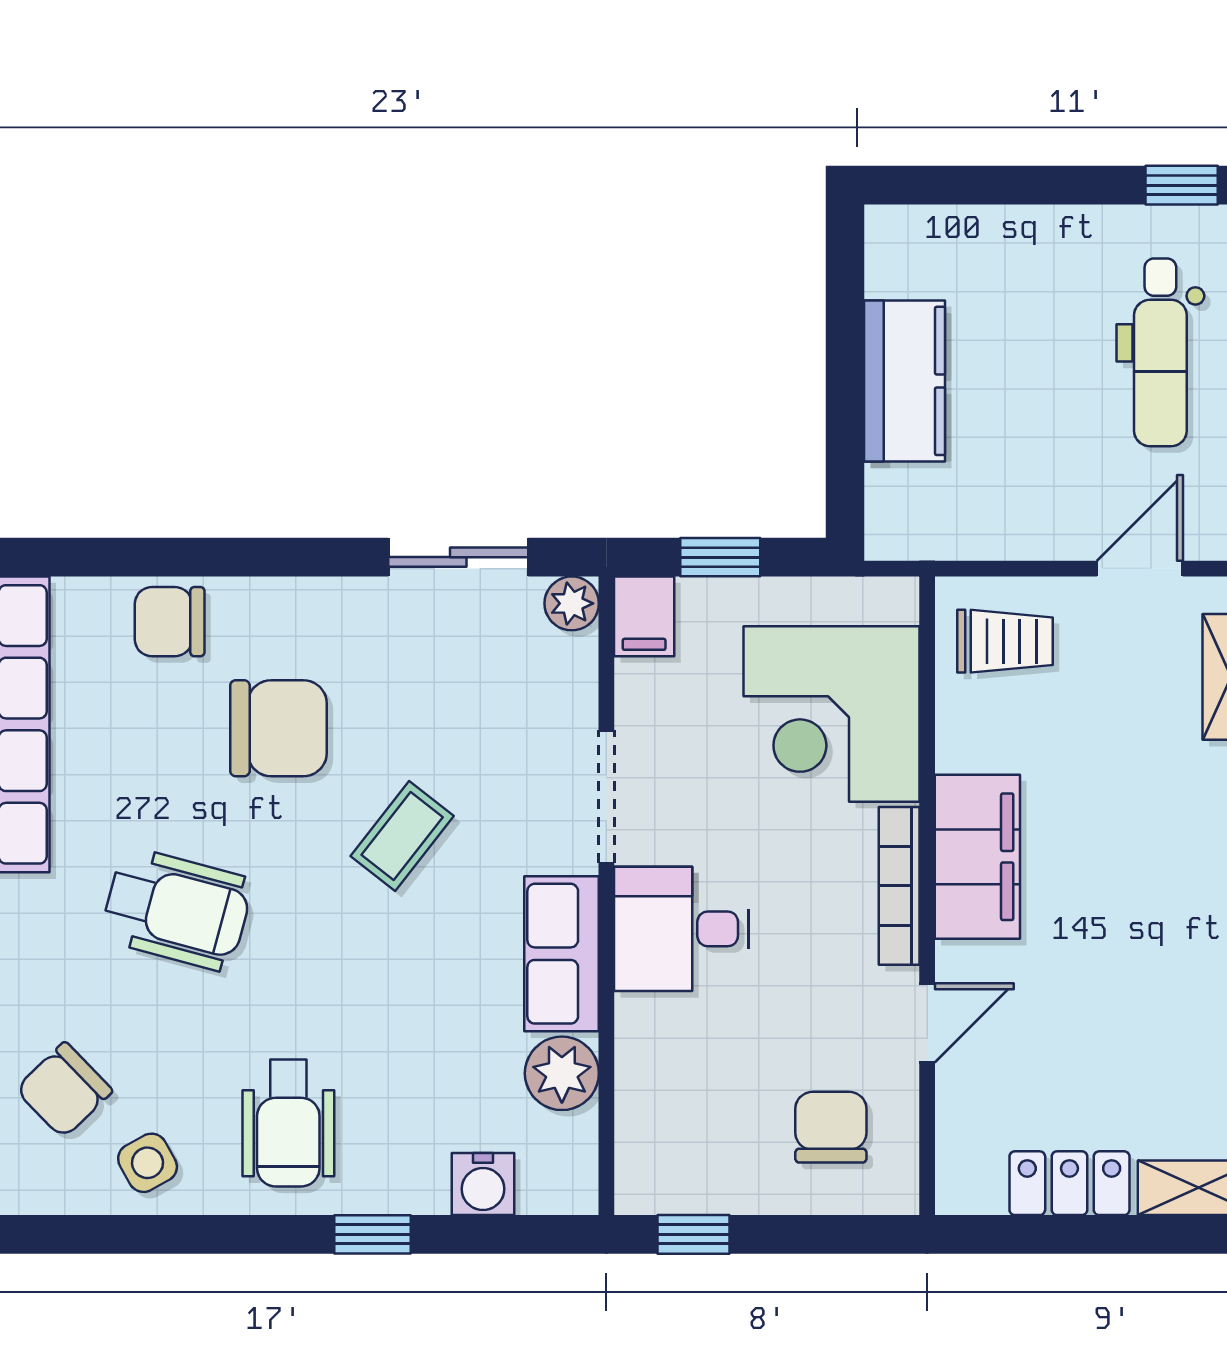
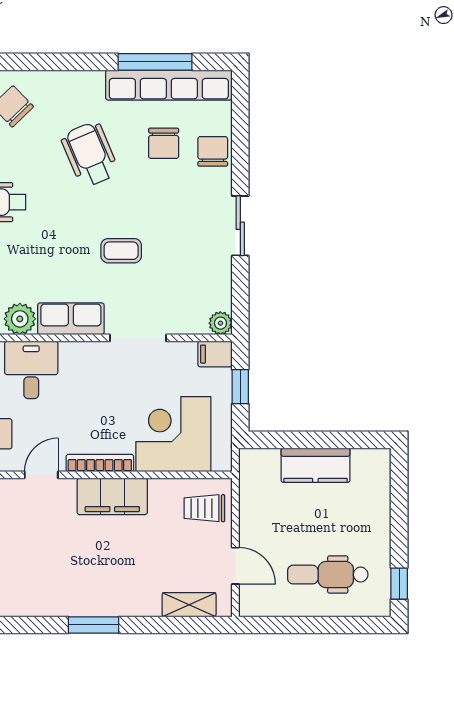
sliding door: (458, 557) -> (240, 226), moved
trolley: (1005, 641) -> (204, 508), turned 90
chair: (279, 728) -> (164, 143), moved, width x0.73, depth x0.73
coffee table: (402, 836) -> (121, 251), turned -38
wheelchair: (177, 909) -> (90, 154), turned 142
desk: (681, 929) -> (31, 370), moved
door: (927, 1023) -> (41, 475), swing flipped

